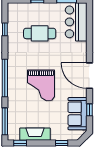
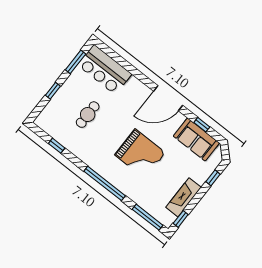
cafe table: (40, 33) -> (88, 115), width x0.73, depth x0.74

